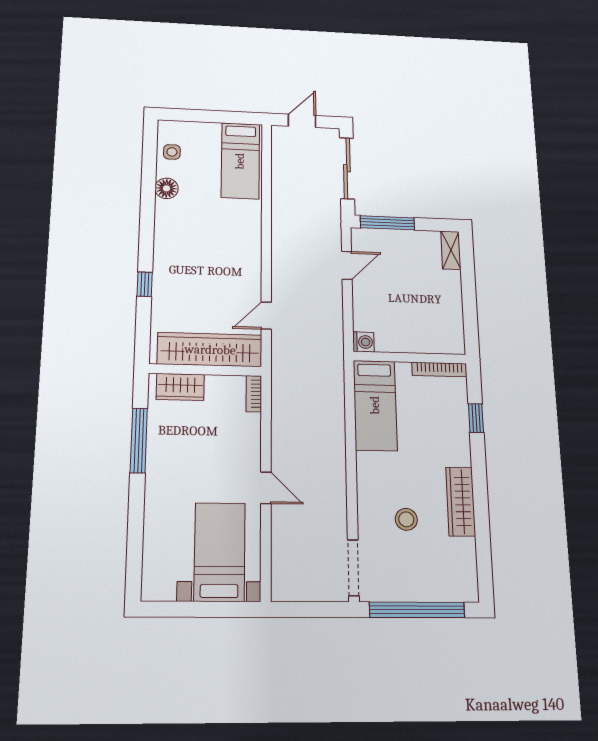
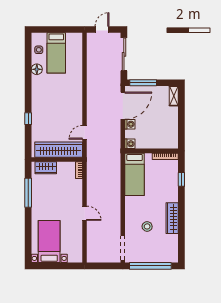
bed: (240, 161) -> (56, 53), moved
door: (347, 265) -> (123, 106), width x1.87
washing machine: (362, 302) -> (130, 124), added
bed with nightstands: (220, 552) -> (49, 241), moved

